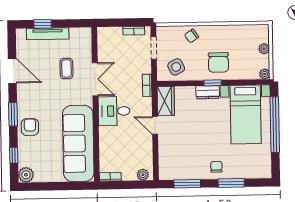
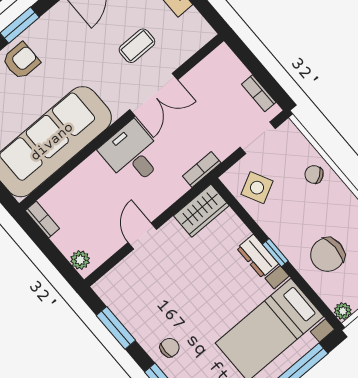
chair: (218, 62) -> (327, 255), moved
door: (155, 125) -> (142, 236), moved

